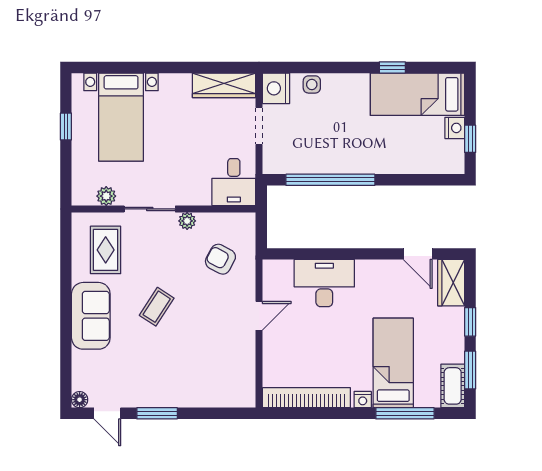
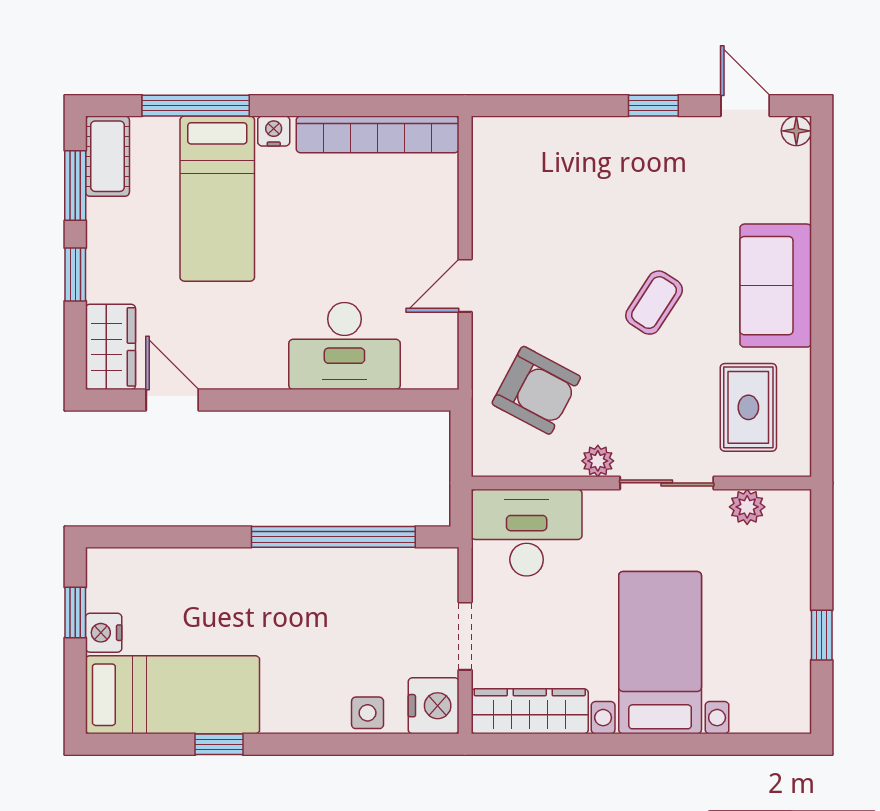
bed with nightstands: (121, 117) -> (660, 653), moved
desk: (234, 182) -> (527, 533), width x1.37
armchair: (220, 259) -> (536, 390), width x1.38, depth x1.38
window: (157, 413) -> (653, 106), width x0.67

